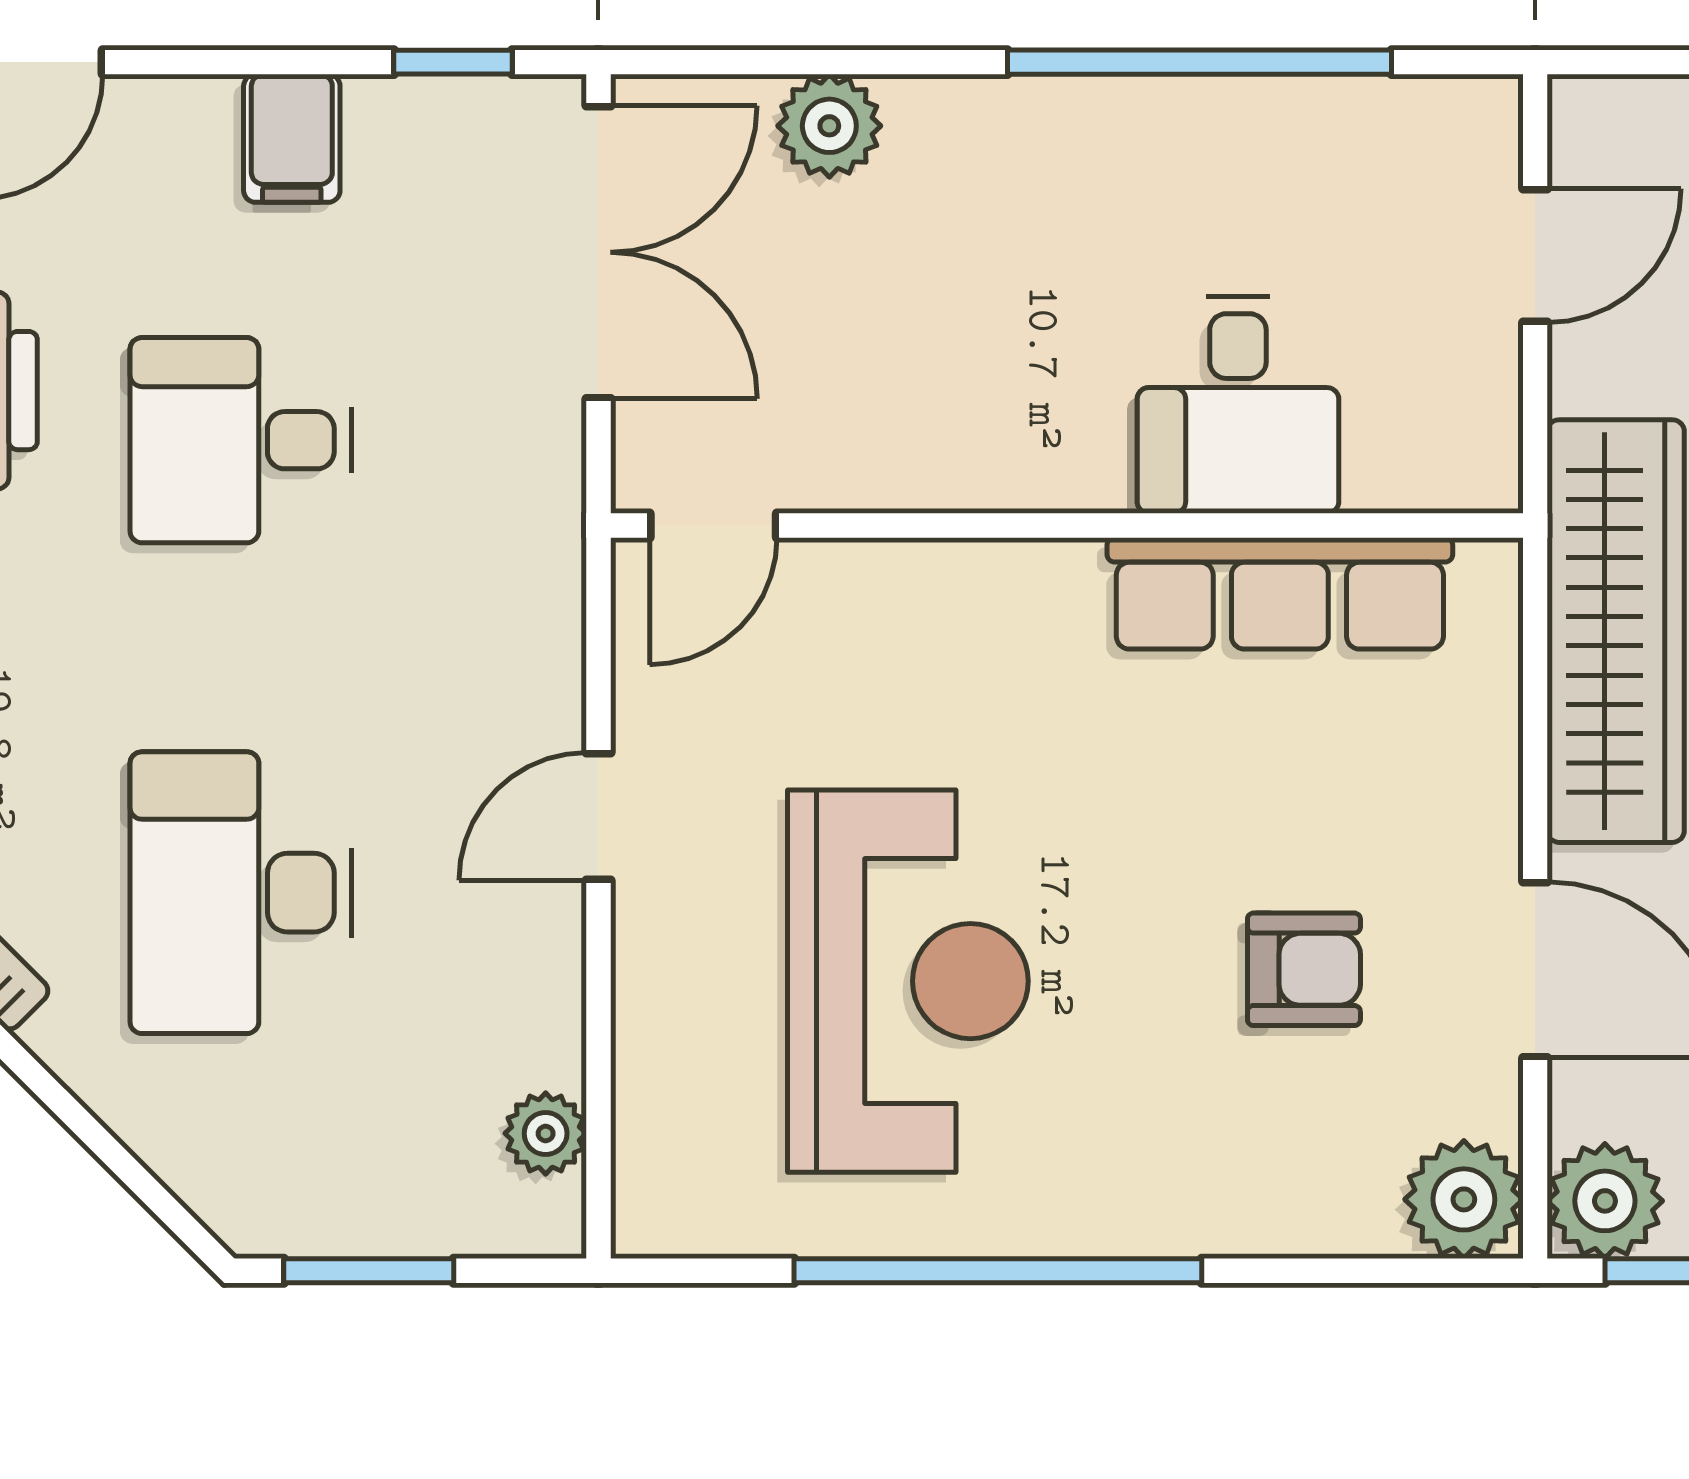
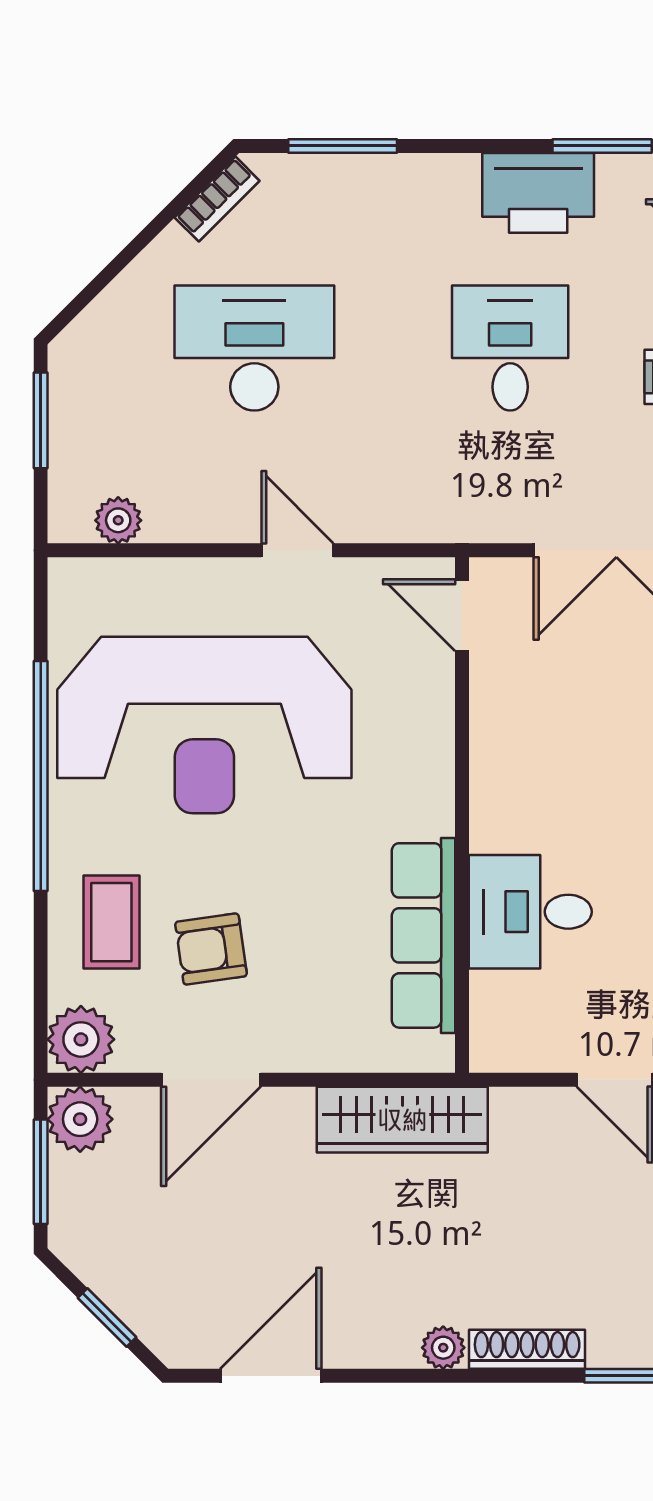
wardrobe: (1616, 631) -> (402, 1120), width x0.71, depth x0.85
armchair: (1304, 969) -> (211, 949), turned 82
reception desk: (908, 981) -> (204, 725), width x1.36, depth x1.30
coffee table: (1256, 1146) -> (111, 922), added

